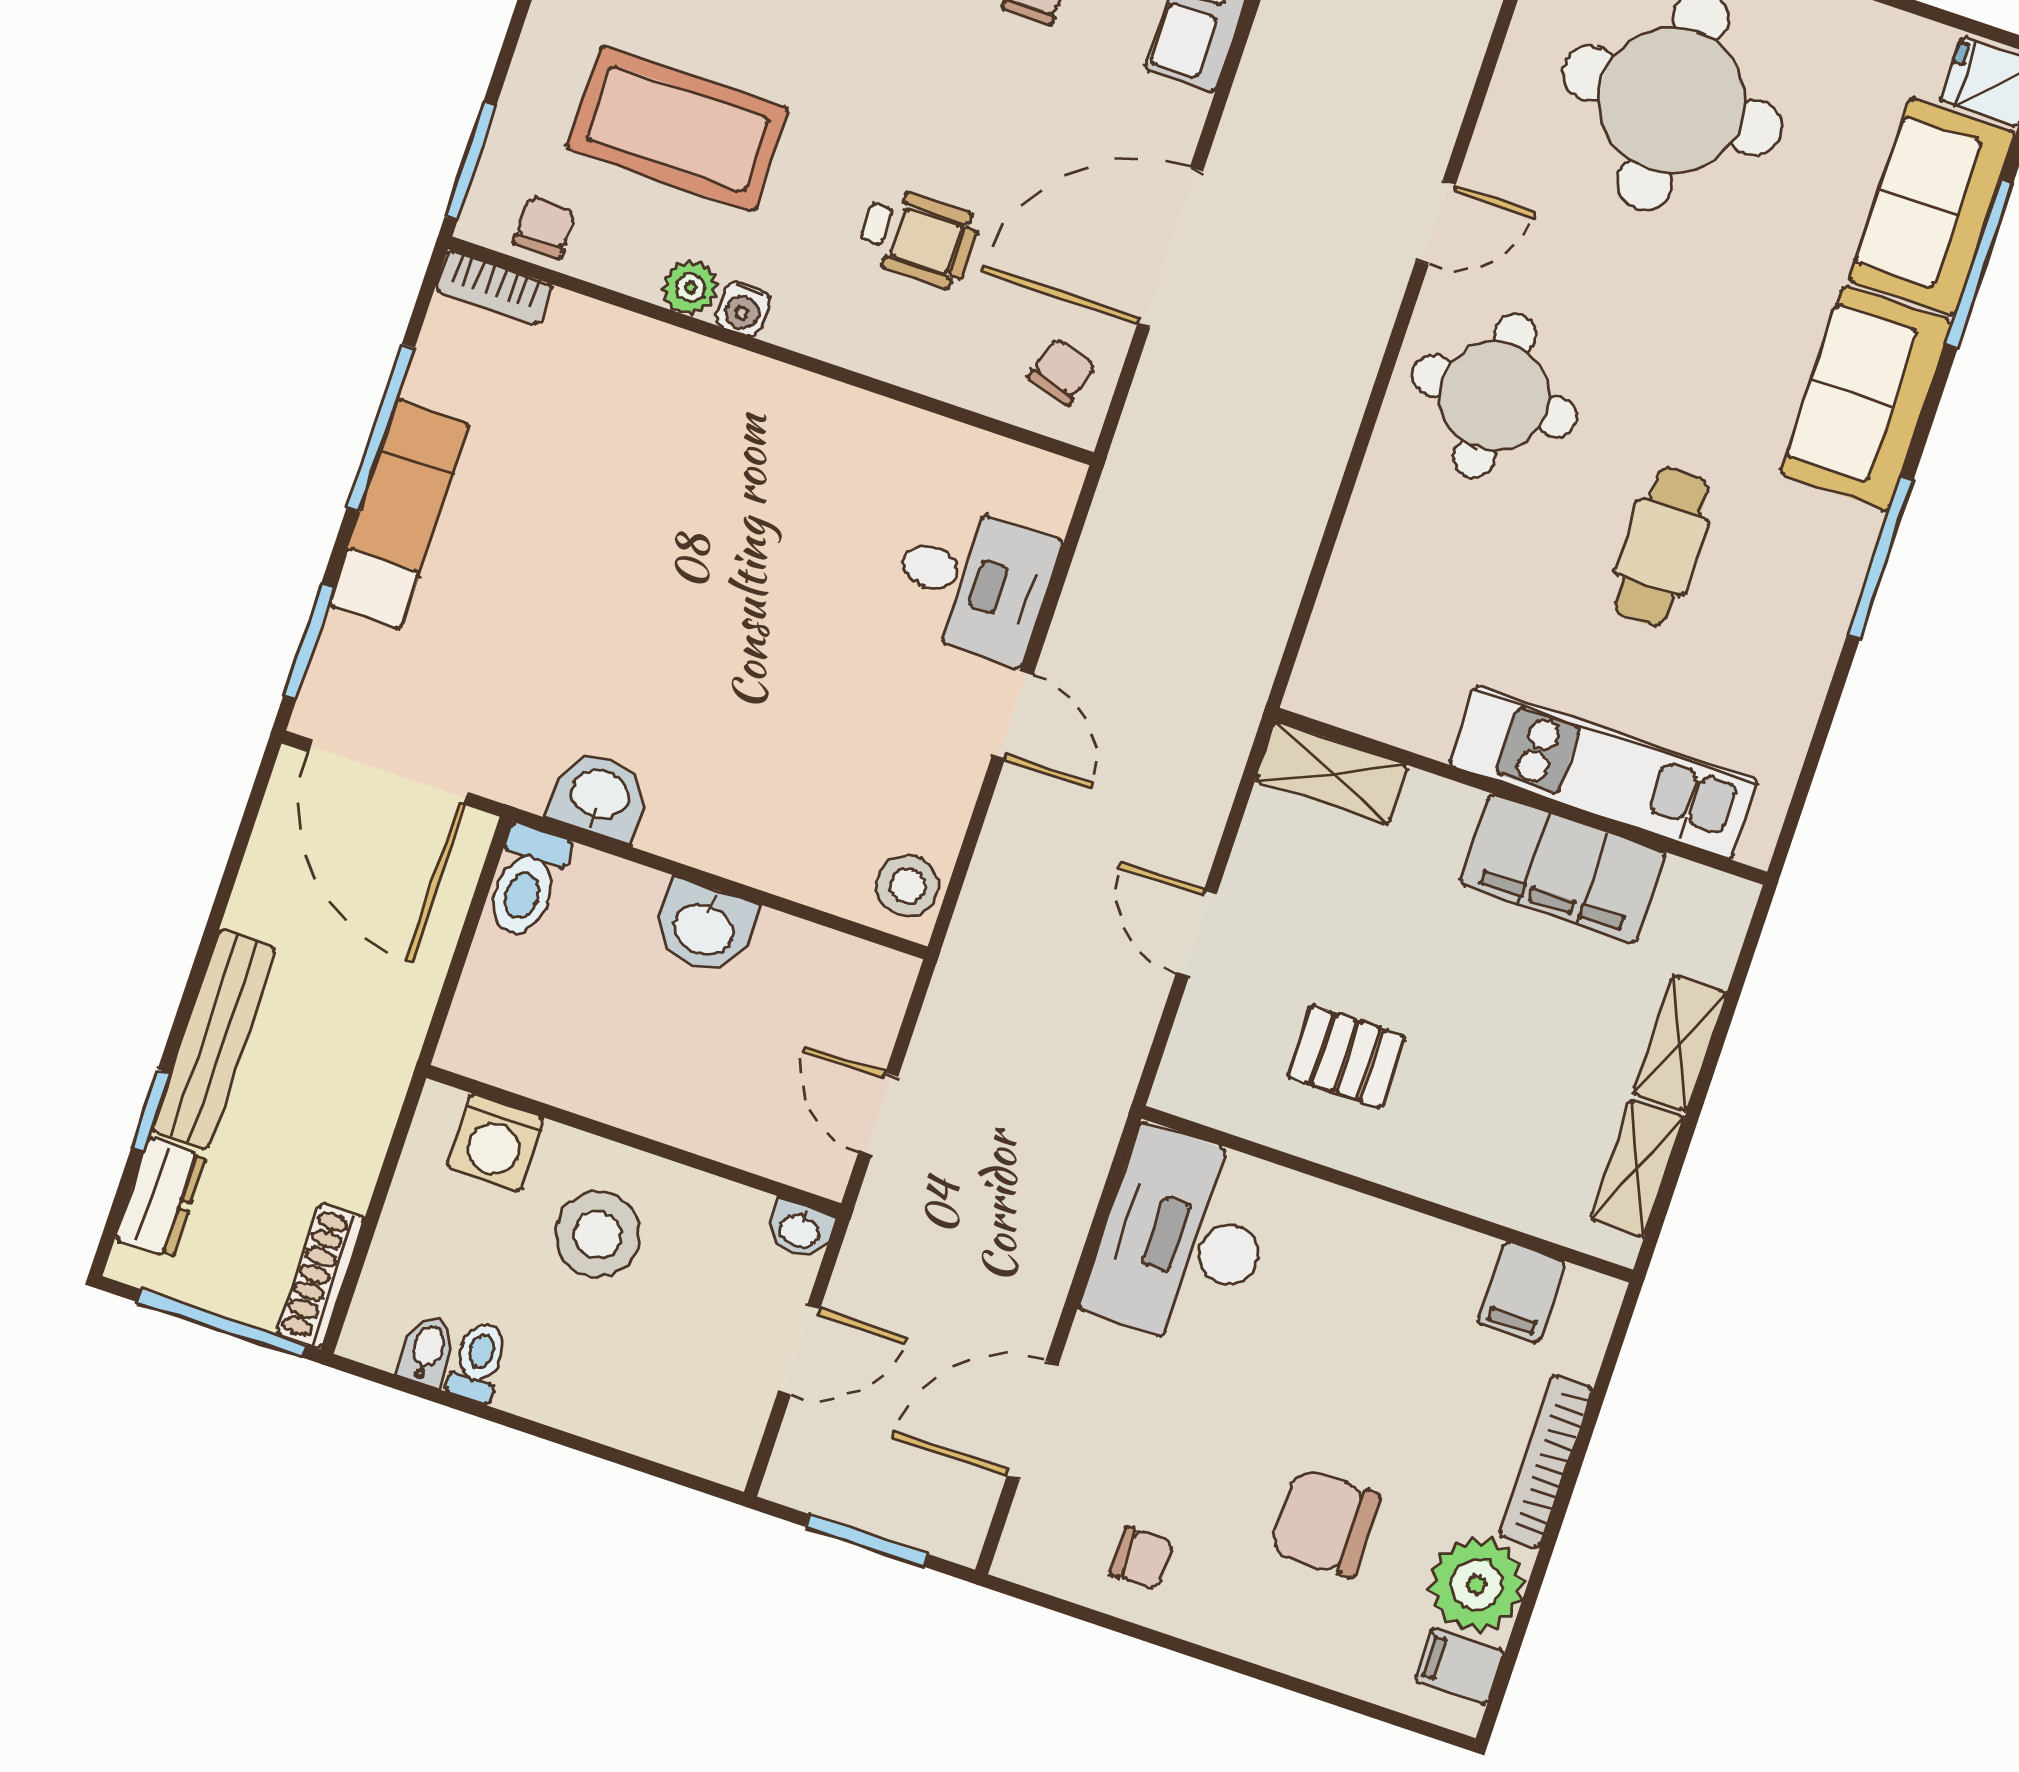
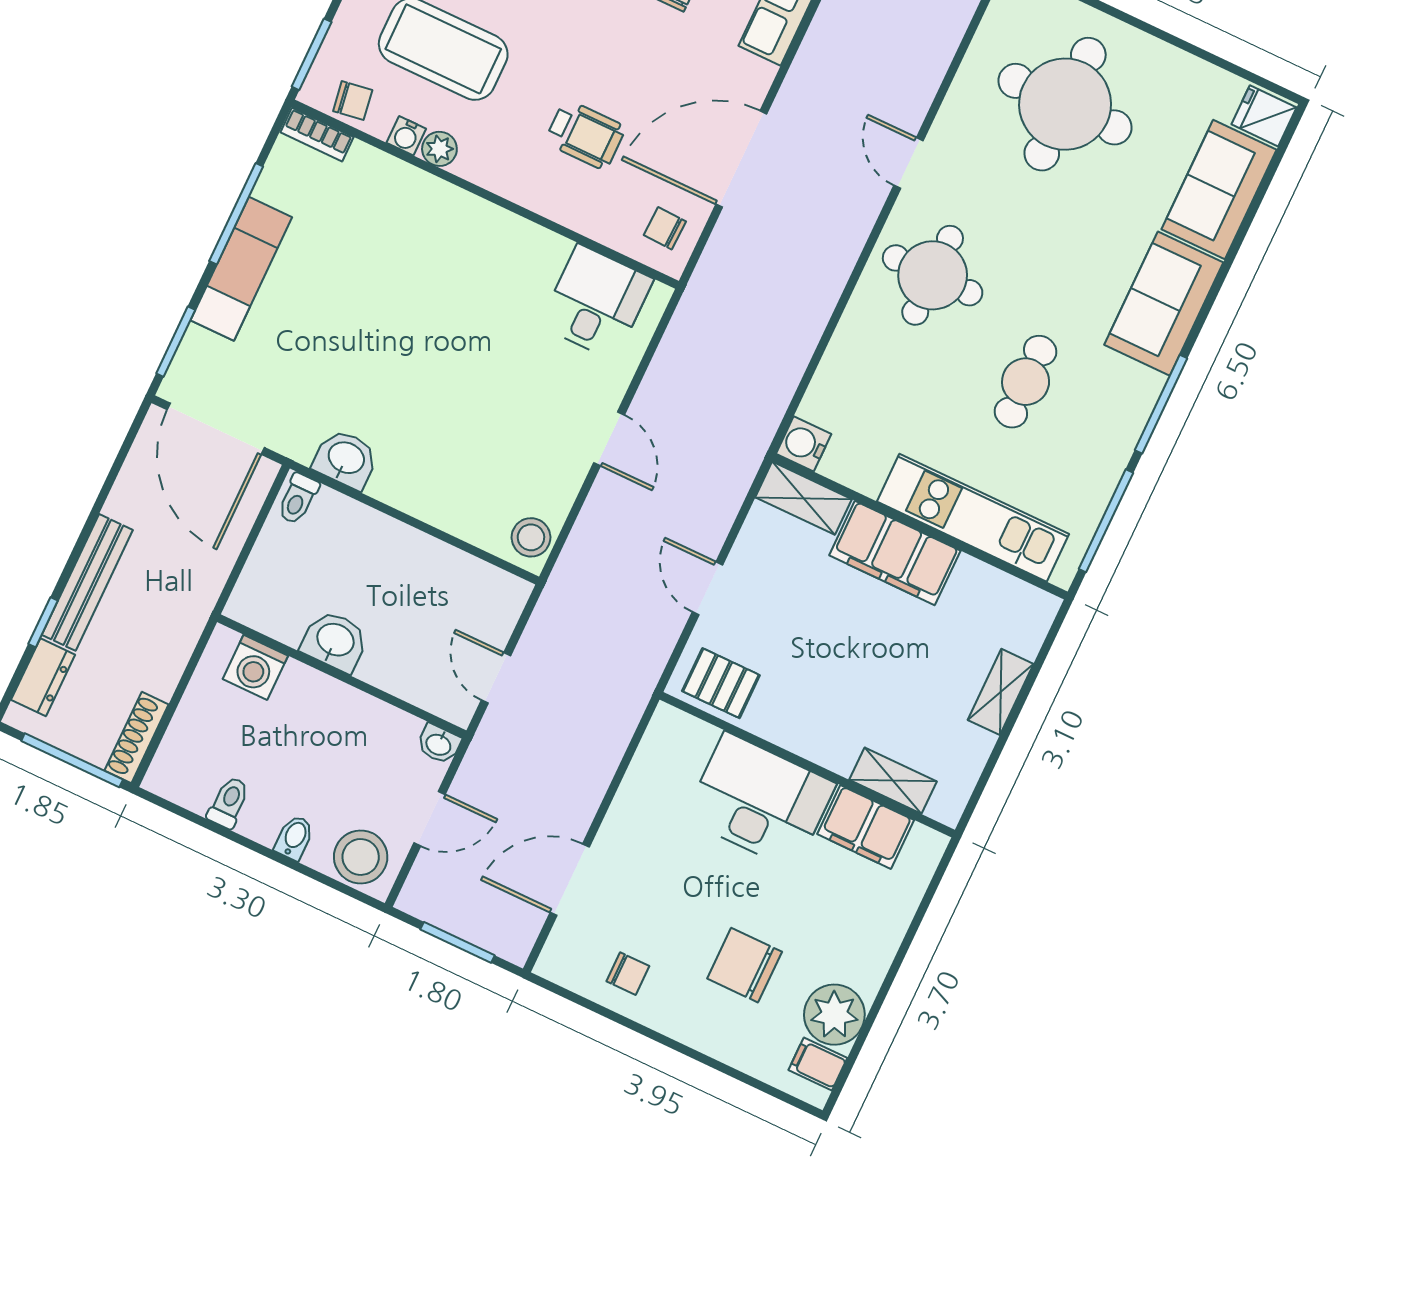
door: (1436, 223) -> (909, 163), swing flipped
chair: (544, 227) -> (353, 101), turned 81
window: (1979, 264) -> (1106, 521), moved
water cooler: (743, 309) -> (406, 136), moved
chair: (1062, 371) -> (665, 228), turned -105
desk: (973, 582) -> (596, 302), moved, turned -90
water cooler: (1322, 687) -> (804, 444), added
filing cabinet: (1563, 868) -> (895, 553), moved
toilet: (527, 882) -> (298, 499), width x0.73, depth x0.72
washbasin: (704, 927) -> (335, 641), moved, turned 180
pallet: (1346, 1057) -> (721, 683), moved
shelving: (1637, 1168) -> (893, 781), moved, turned 90
stool: (598, 1235) -> (361, 857), moved
desk: (1183, 1240) -> (760, 801), moved, turned 90
filing cabinet: (1522, 1292) -> (866, 827), width x2.00
bidet: (427, 1351) -> (294, 838), moved
bookcase: (1546, 1462) -> (887, 943), removed

